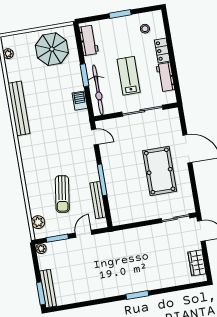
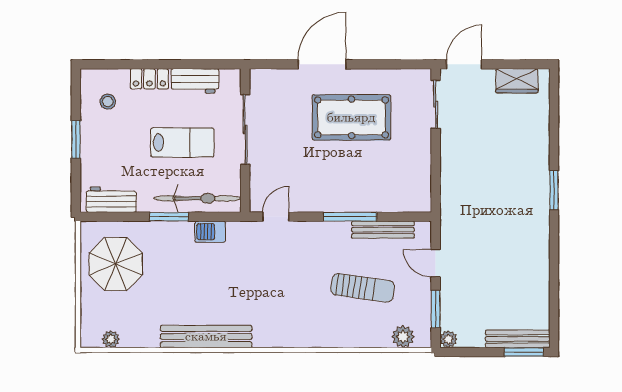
lab bench: (129, 76) -> (182, 142), turned 180

